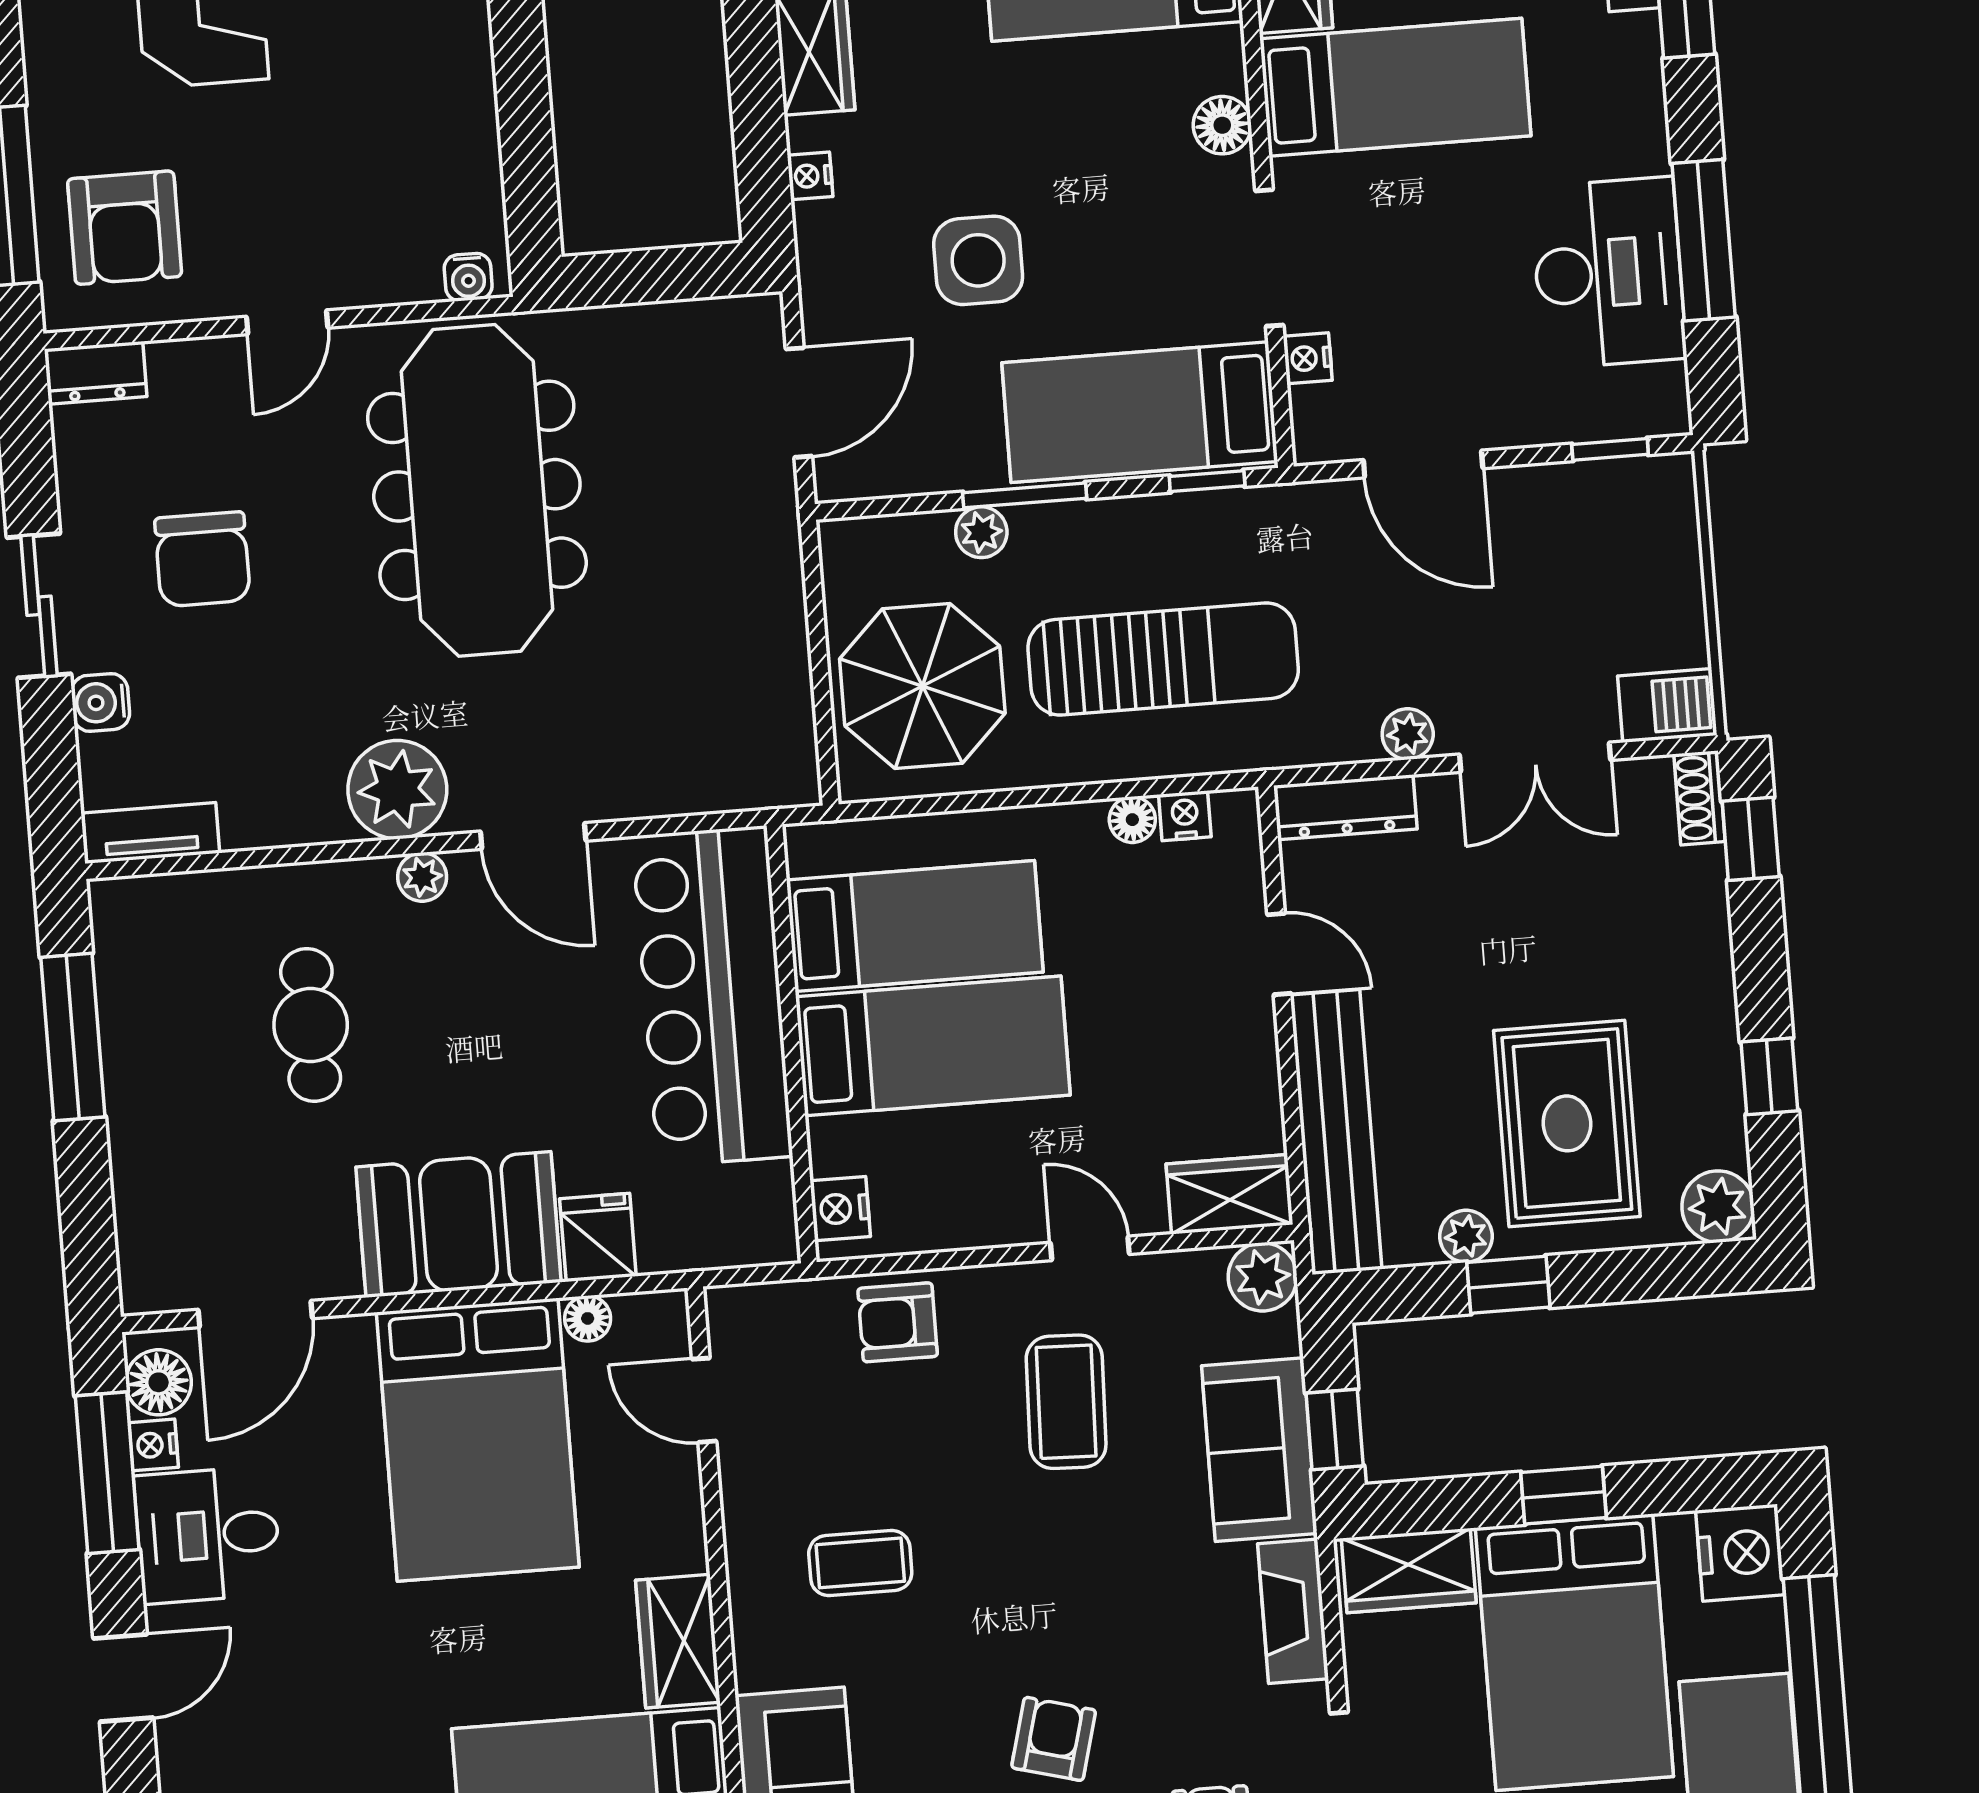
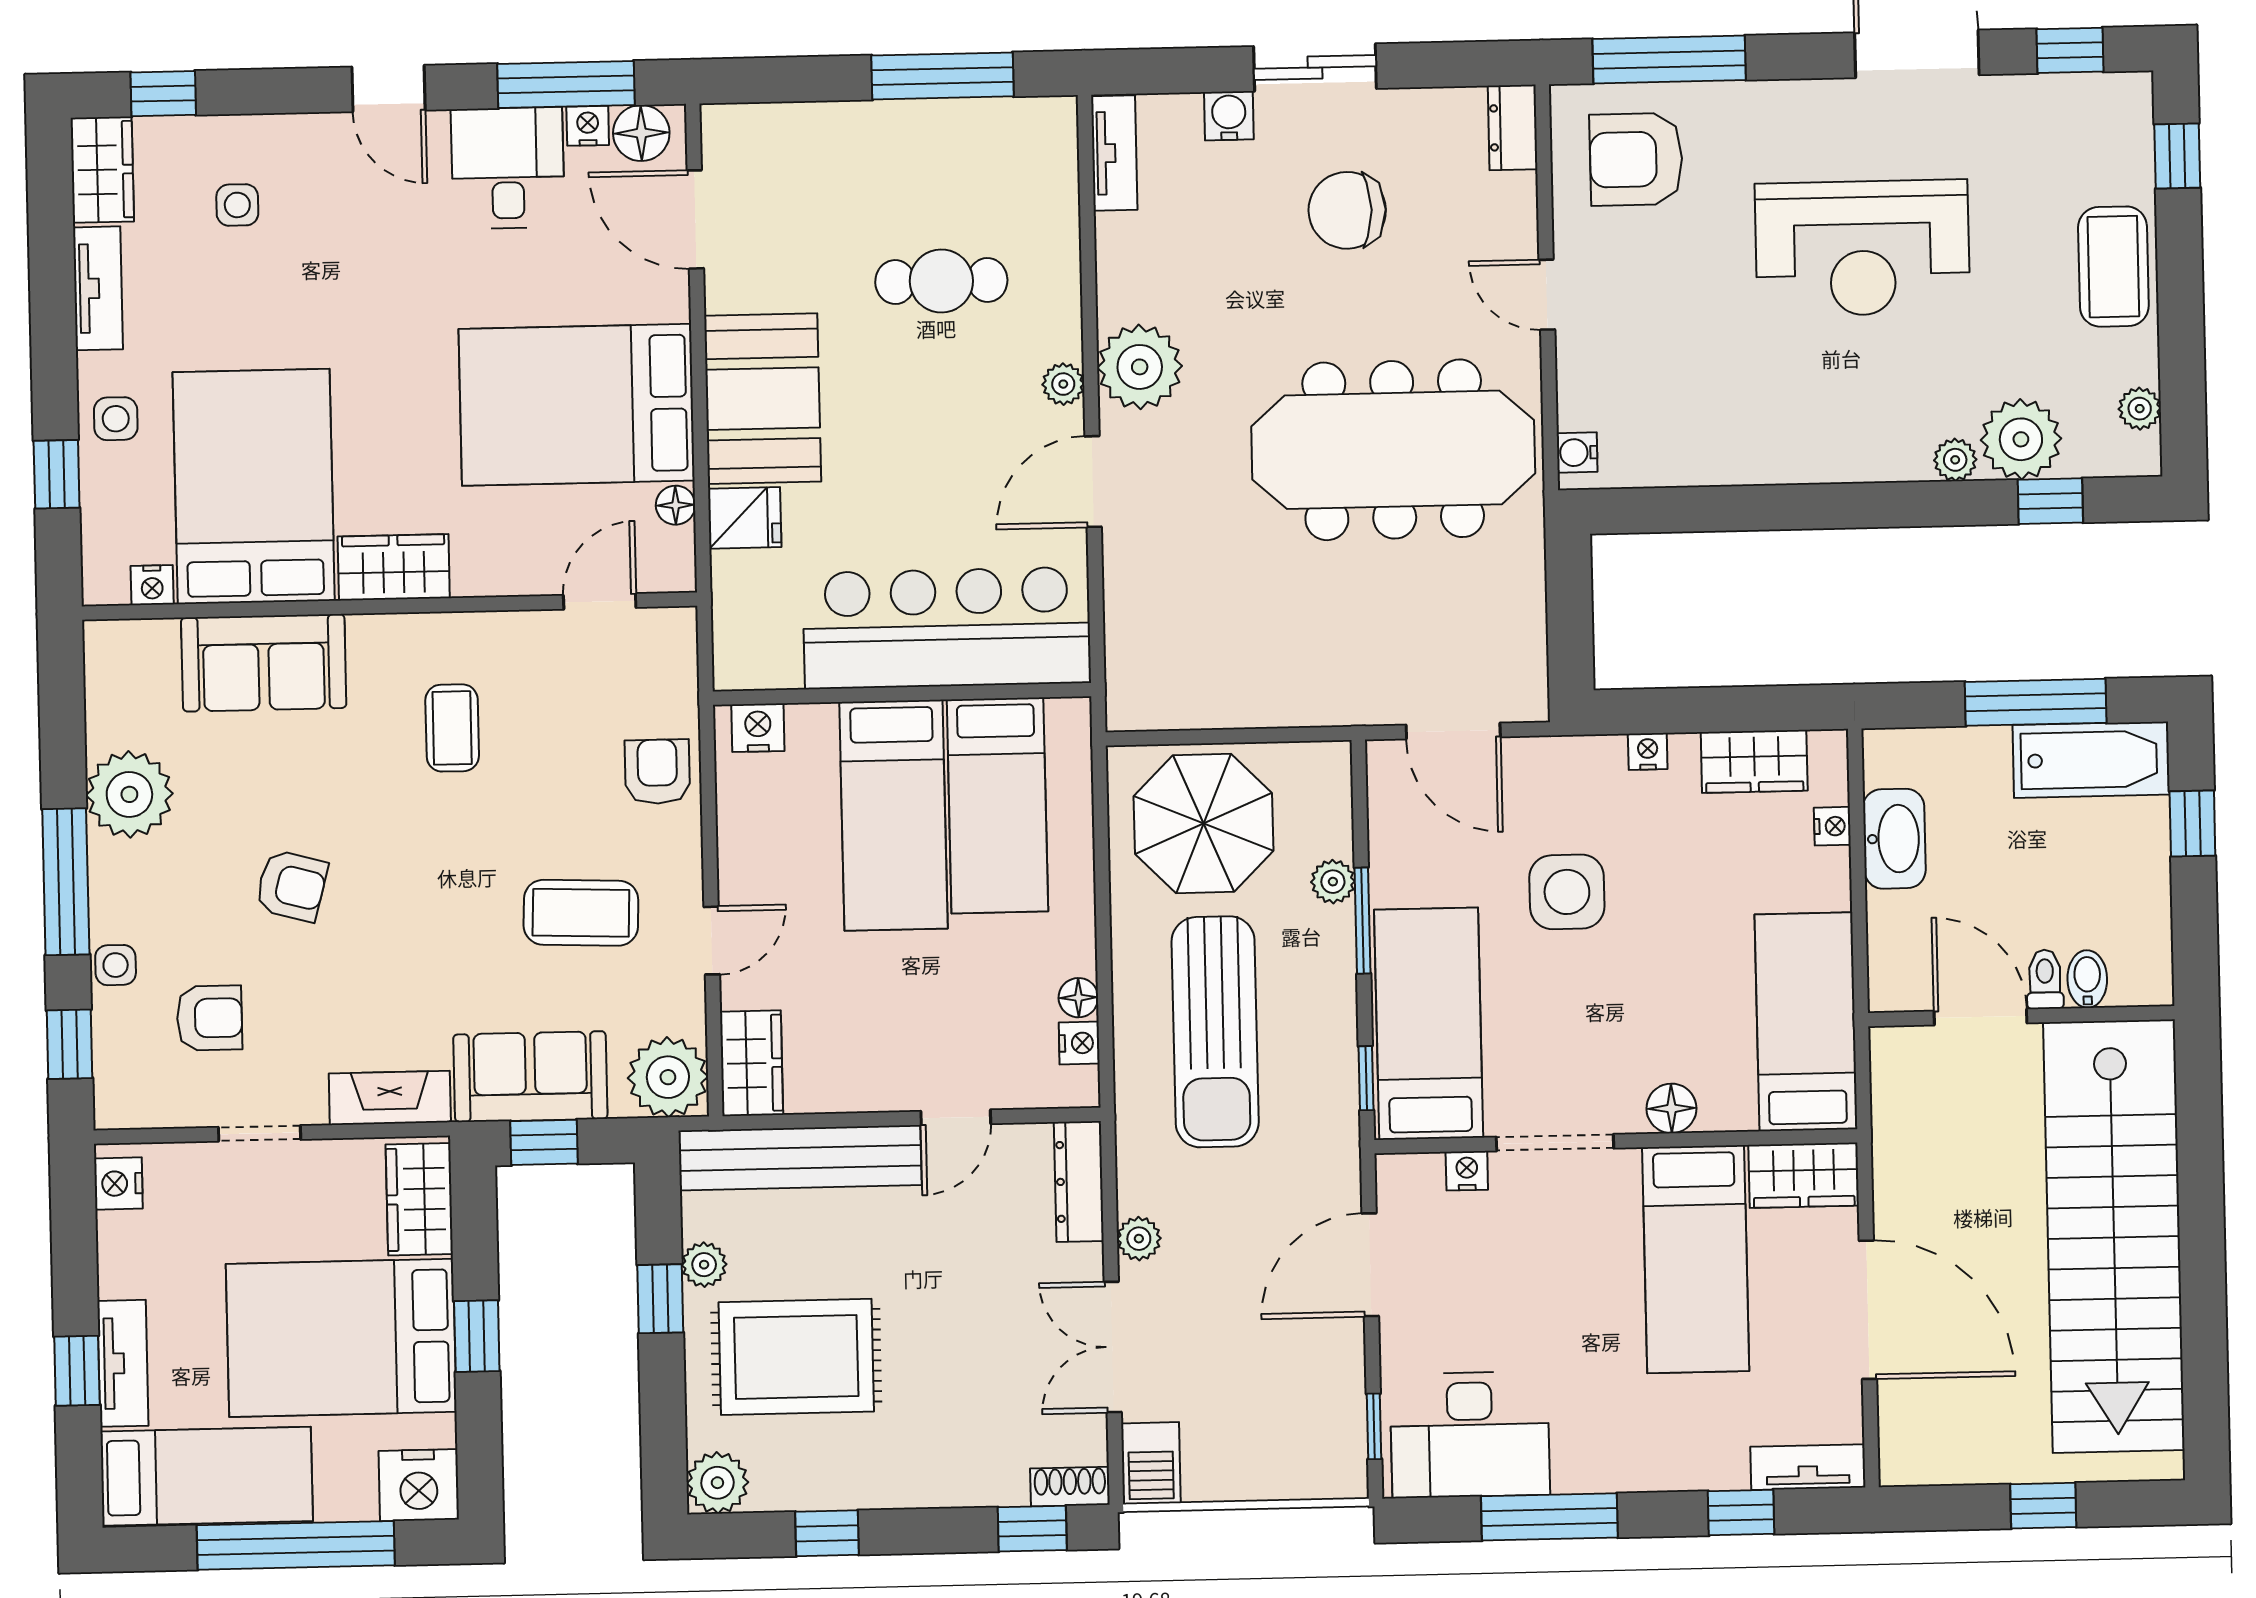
desk: (1608, 273) -> (1470, 1435), moved
plant: (1263, 1277) -> (668, 1077), width x1.36, depth x1.36

